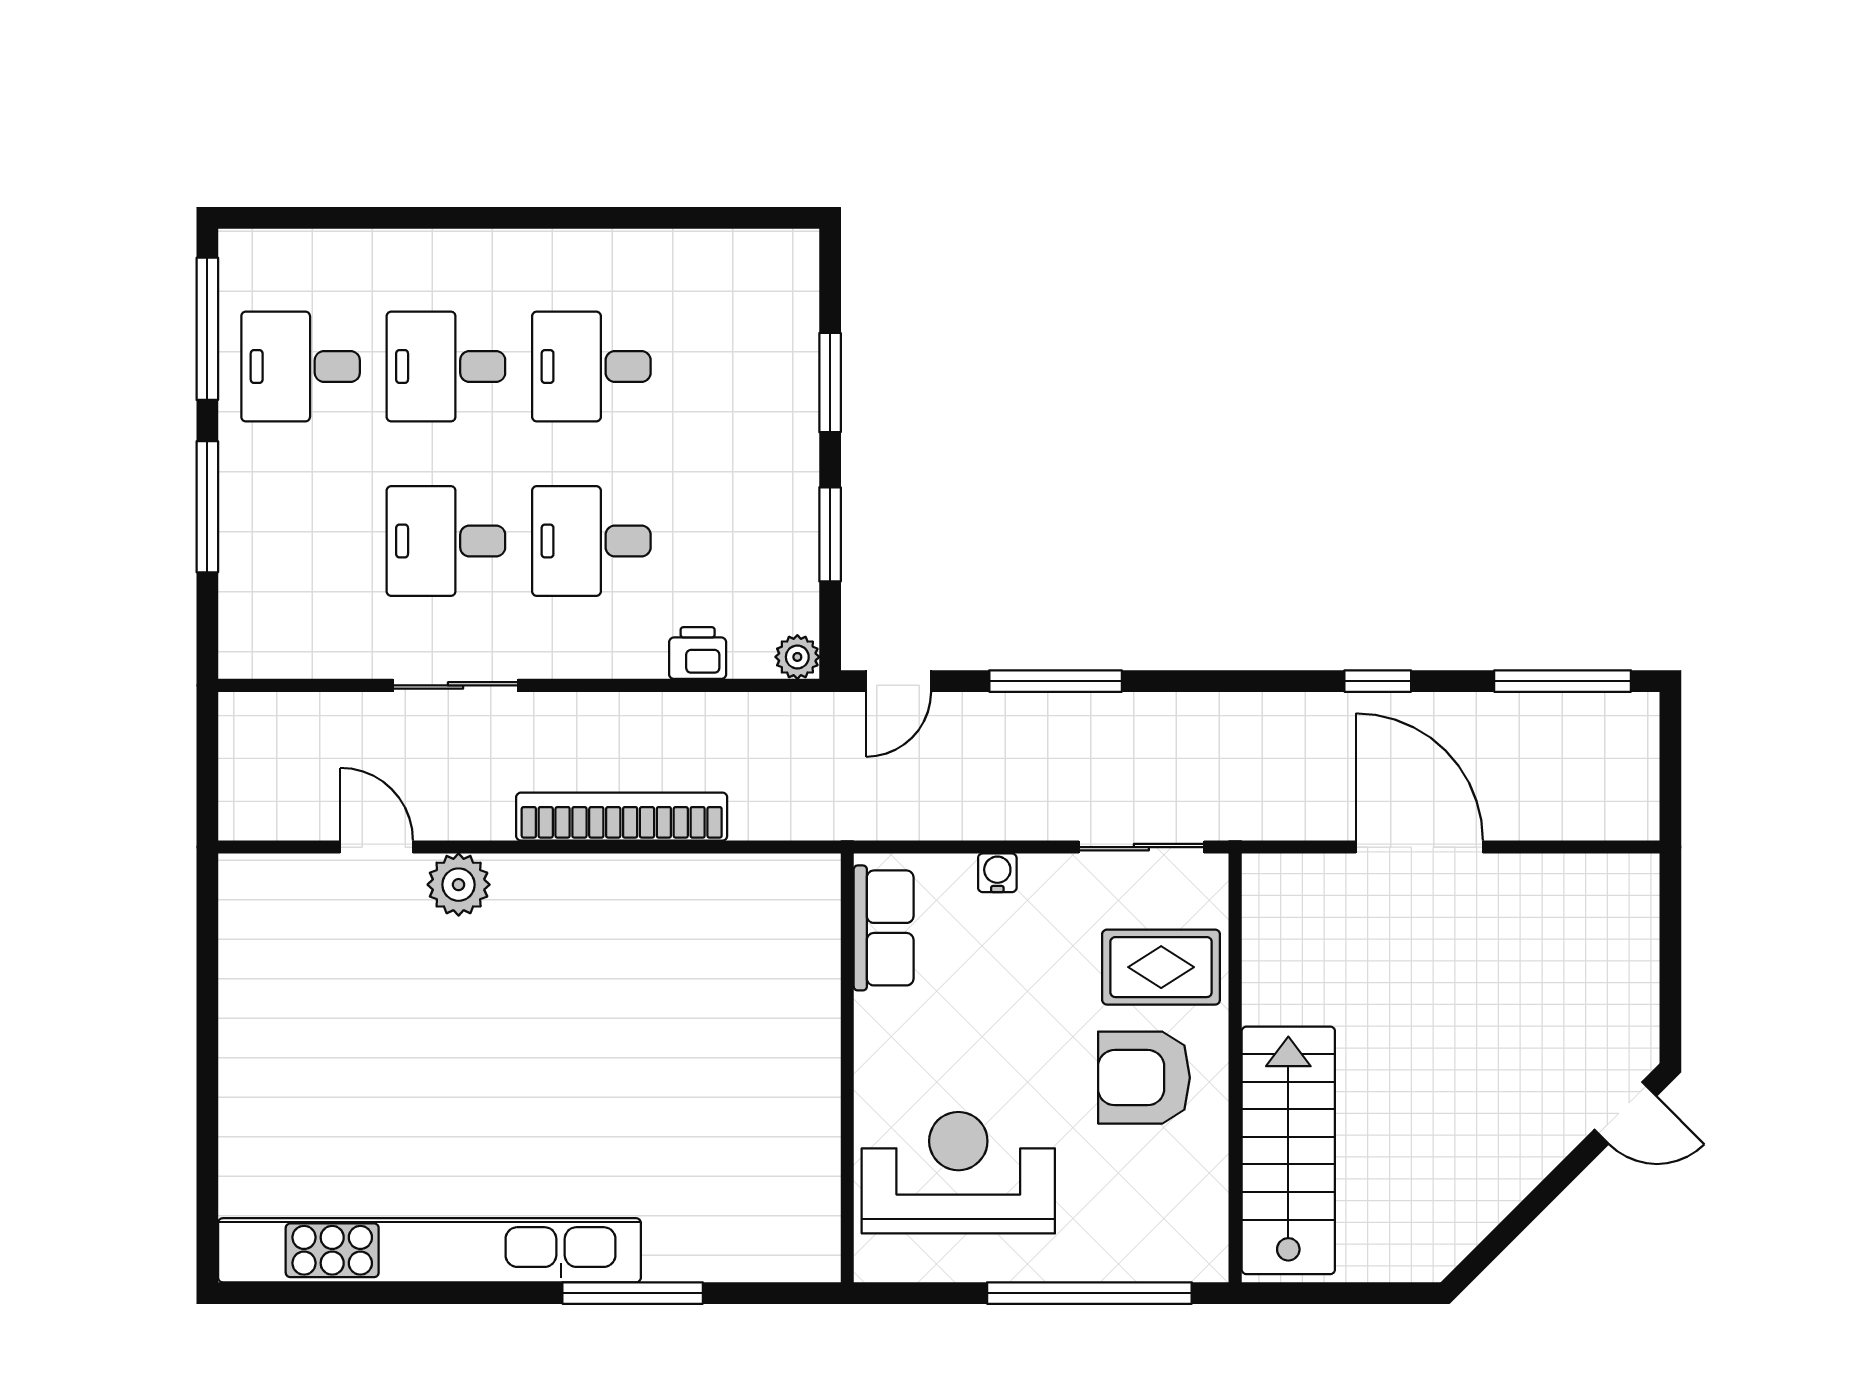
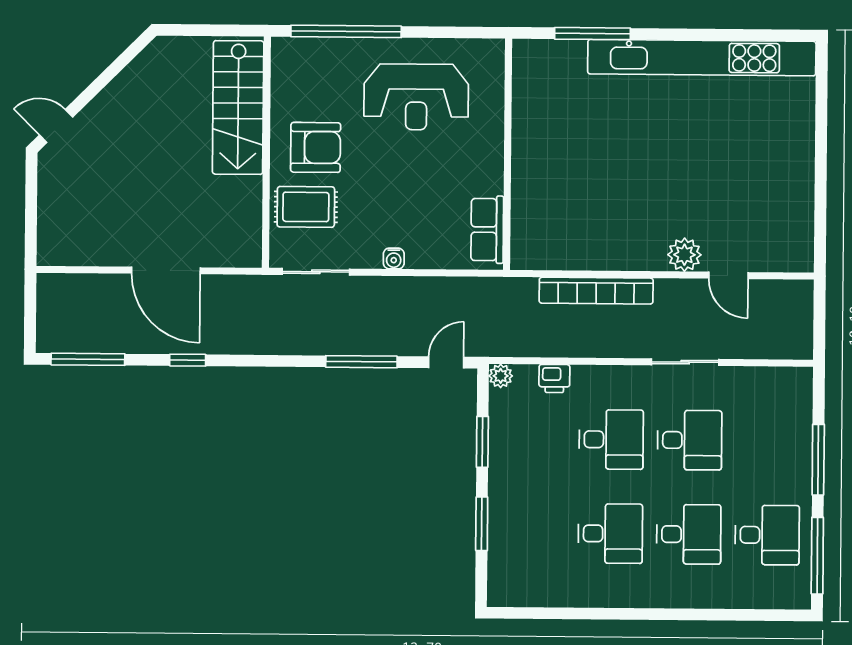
row of seats: (884, 928) -> (487, 230), moved
wall: (847, 1068) -> (508, 154), moved

